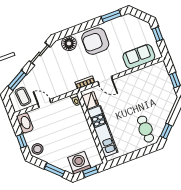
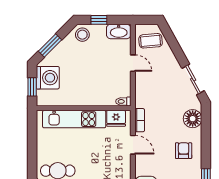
armchair: (95, 41) -> (184, 151), width x0.53, depth x0.53
window: (17, 80) -> (172, 41), removed
door: (105, 80) -> (133, 145), swing flipped
door: (44, 103) -> (133, 63), hinge flipped

